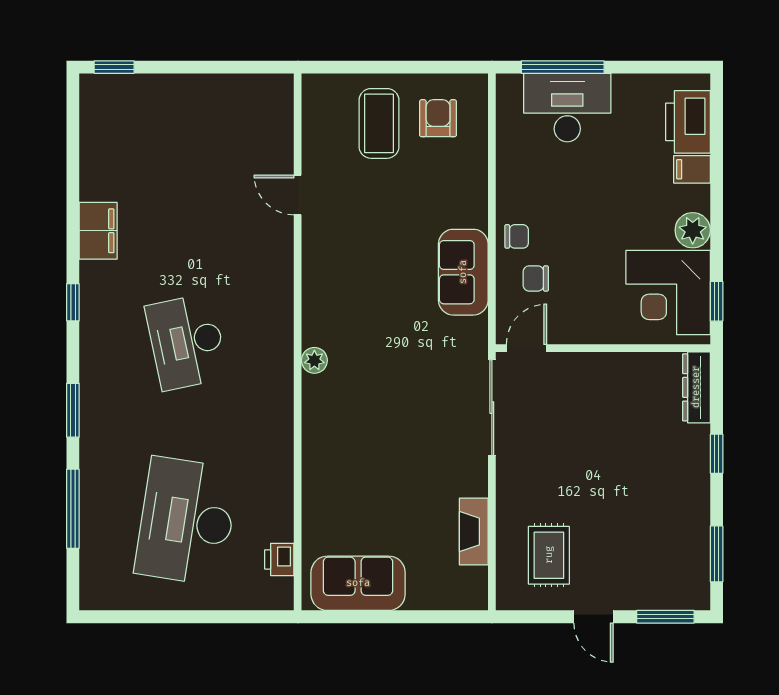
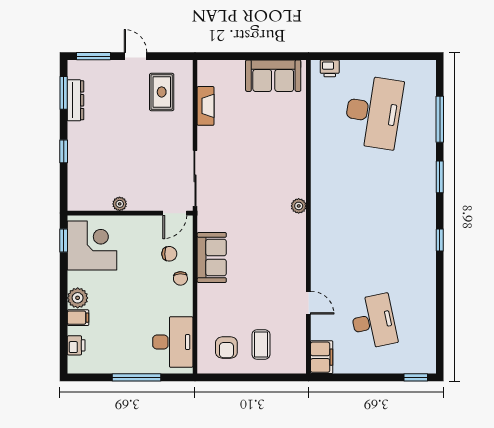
window: (563, 67) -> (137, 377), moved
desk: (567, 108) -> (173, 342), moved, turned -90
printer: (688, 122) -> (76, 345), width x0.53, depth x0.68
coffee table: (379, 123) -> (261, 344), width x0.73, depth x0.77
plant: (693, 230) -> (78, 298), moved
filing cabinet: (98, 231) -> (322, 357), moved, turned 180
chair: (517, 236) -> (180, 278), turned -92
desk: (187, 342) -> (373, 321), moved
plant: (621, 364) -> (120, 204), added
dresser: (696, 387) -> (75, 100), moved
printer: (279, 559) -> (330, 68), moved, turned 90

